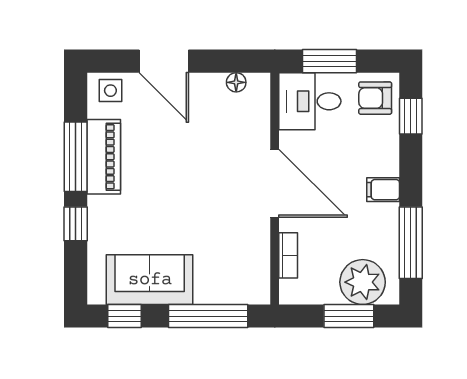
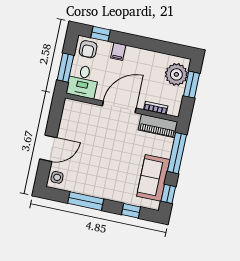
floor lamp: (236, 82) -> (66, 115), removed
piano: (104, 157) -> (158, 126), moved, turned 180
filing cabinet: (383, 190) -> (118, 52), moved
window: (76, 224) -> (131, 211), moved
window: (411, 243) -> (162, 47), removed

